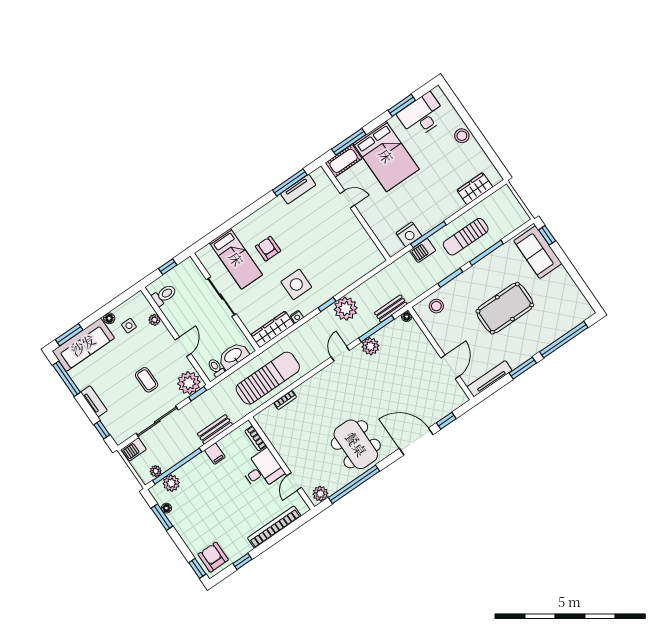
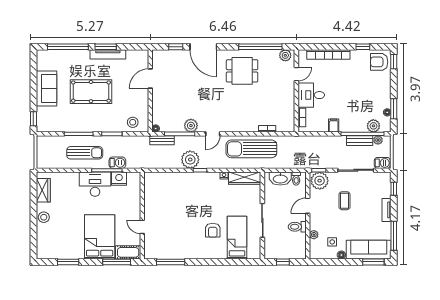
desk: (422, 116) -> (95, 184), moved, turned 180
tv unit: (298, 189) -> (169, 254), removed
wardrobe: (475, 189) -> (43, 190), moved, turned -90
sofa: (538, 252) -> (46, 88), moved
side table: (296, 284) -> (210, 196), removed
toilet: (164, 295) -> (297, 227), moved
sun lounger: (268, 378) -> (251, 149), moved
tv unit: (489, 379) -> (108, 54), moved
bench: (215, 429) -> (360, 141), moved
dining table: (356, 444) -> (242, 71), width x0.73
armchair: (213, 557) -> (379, 62), turned 90

